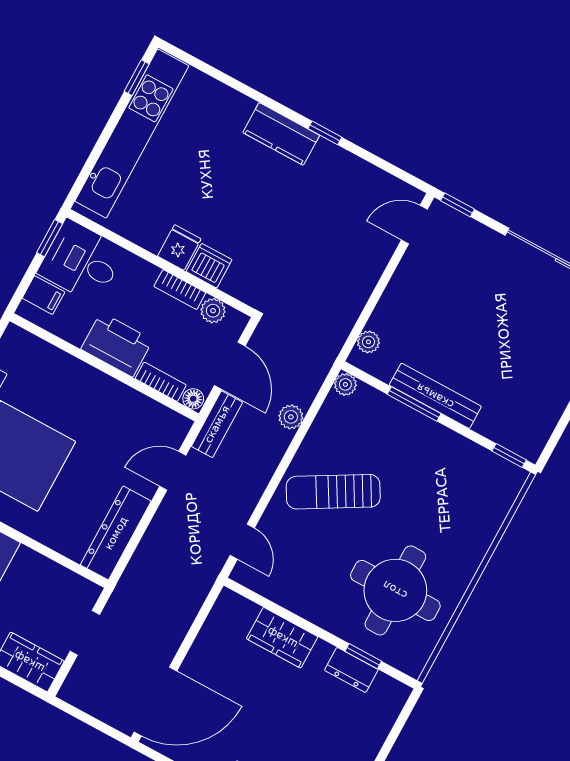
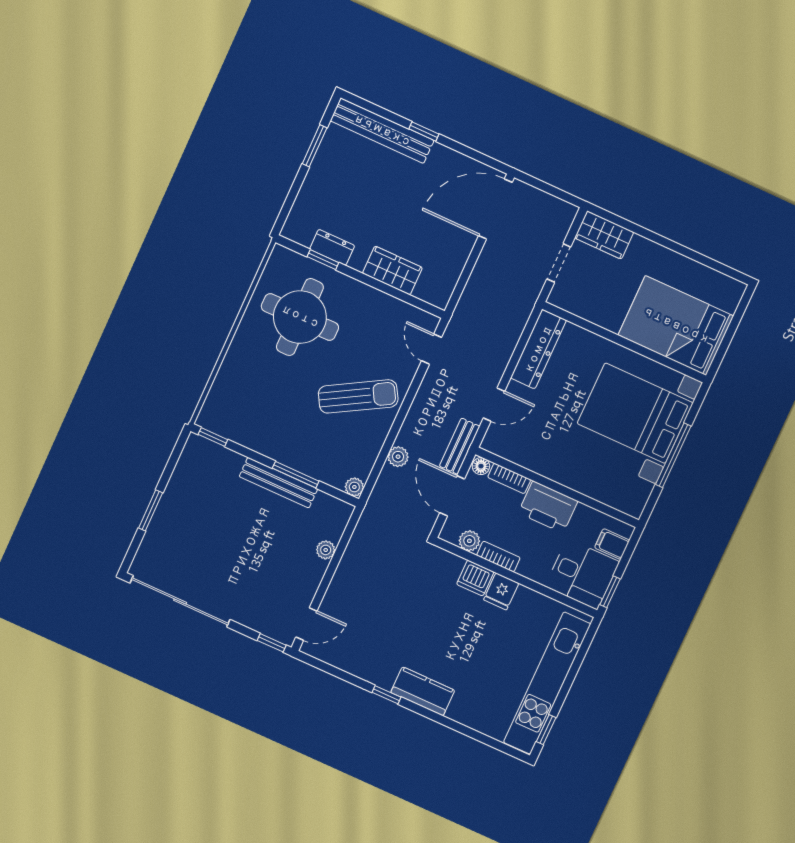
plant: (368, 342) -> (326, 550), moved

